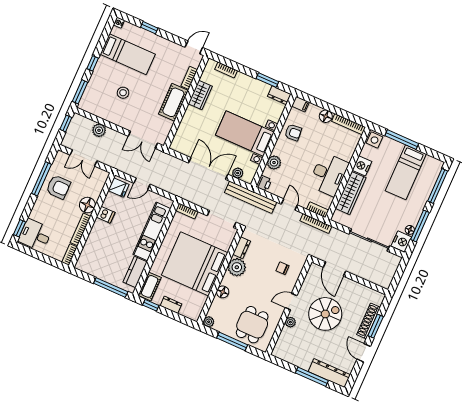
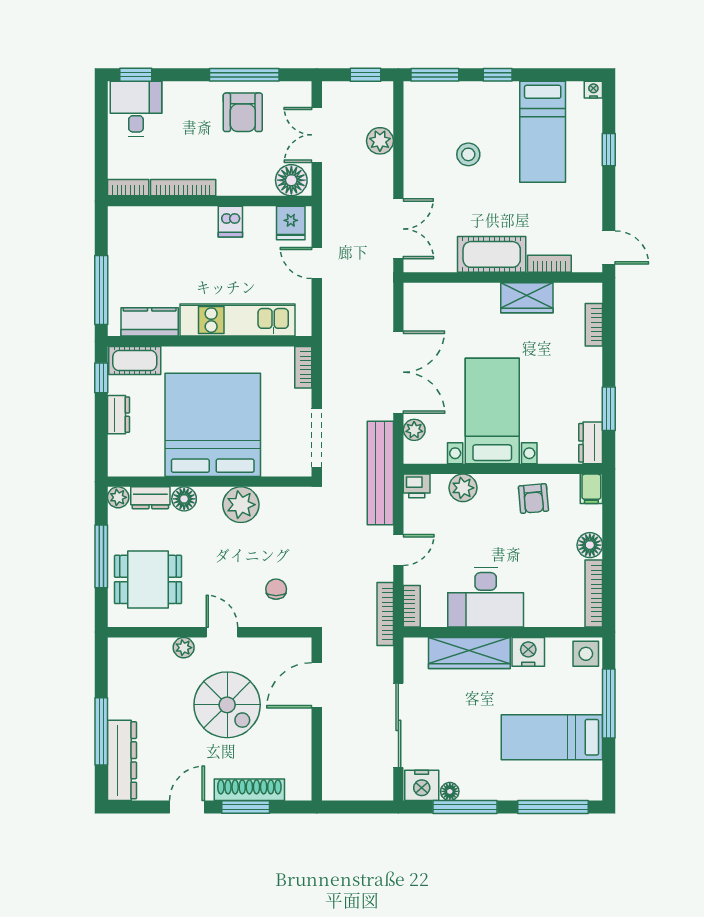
double door: (143, 140) -> (398, 229), swing flipped
floor lamp: (87, 205) -> (291, 180), moved
dresser: (242, 248) -> (150, 498), moved

